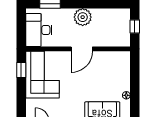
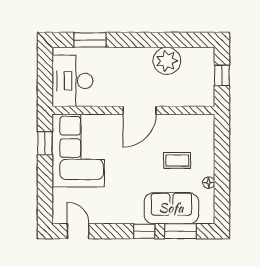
plant: (83, 17) -> (167, 61), moved
coffee table: (106, 81) -> (177, 160), added

